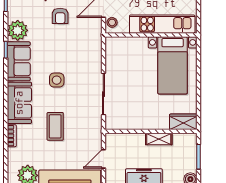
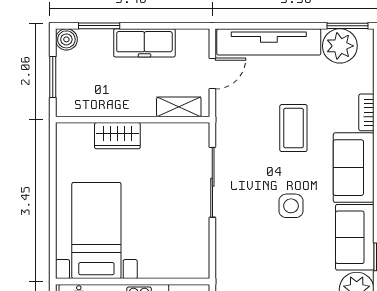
wardrobe: (183, 122) -> (117, 136), moved
shelving: (159, 139) -> (179, 107), moved

